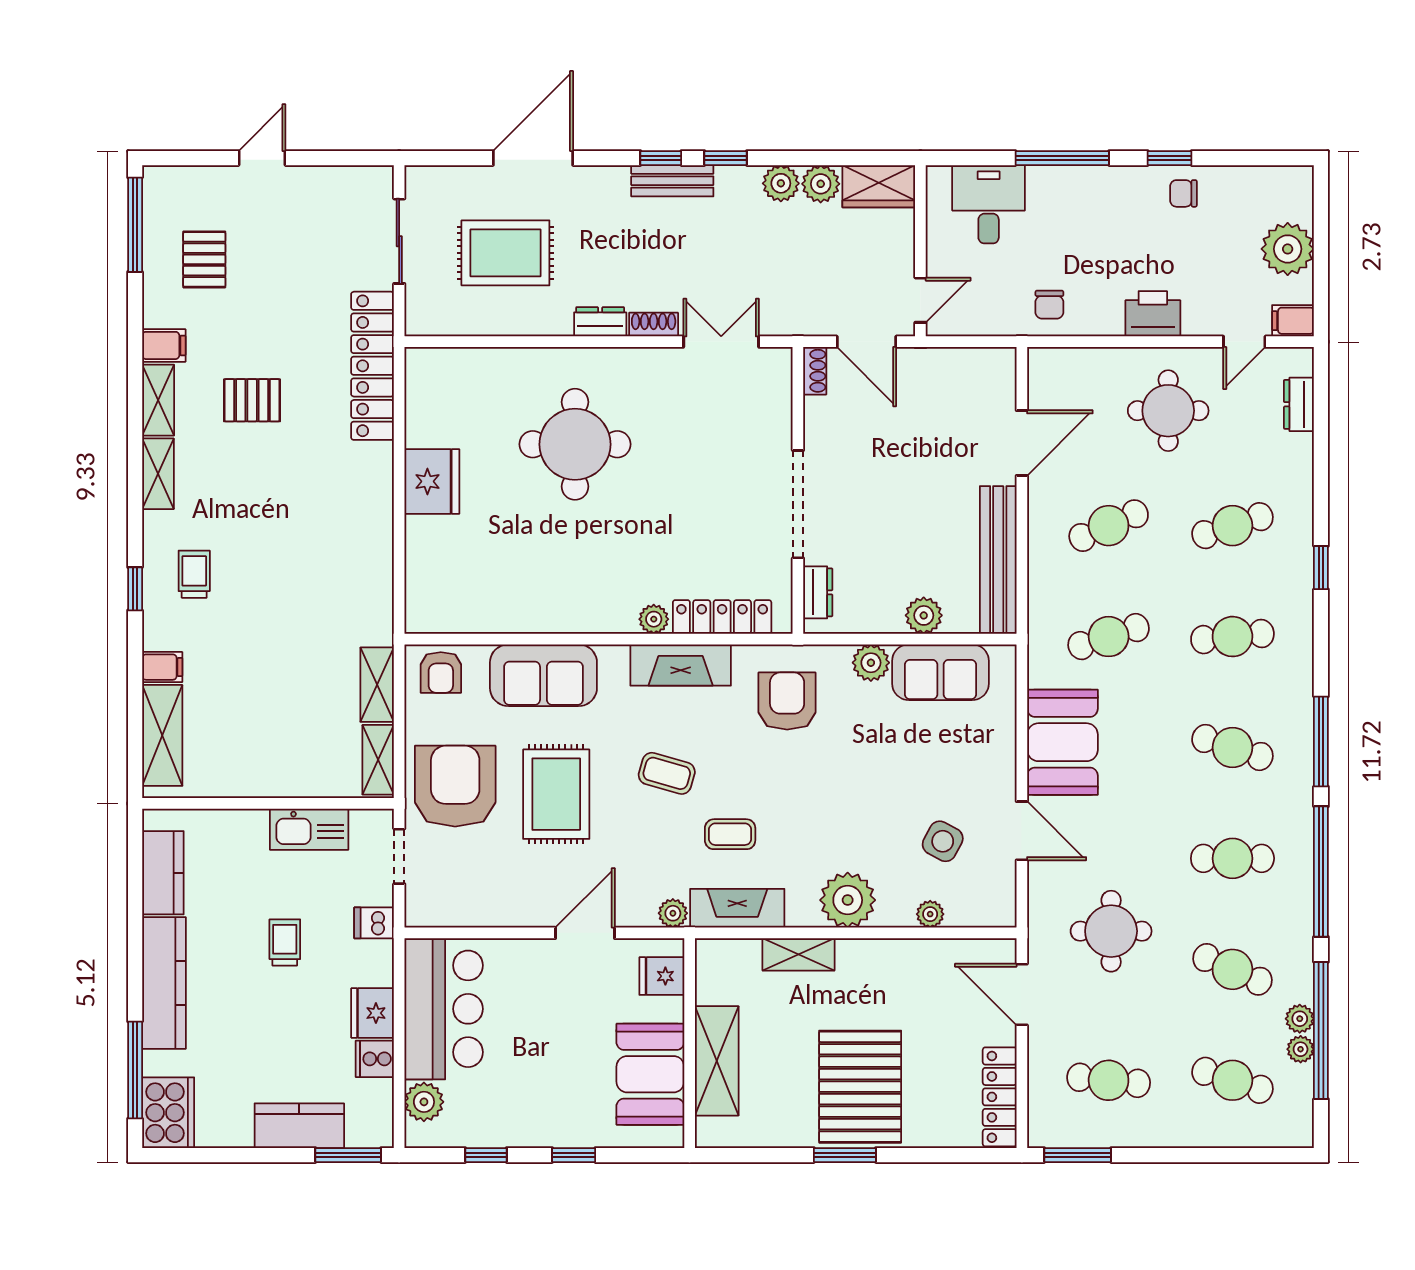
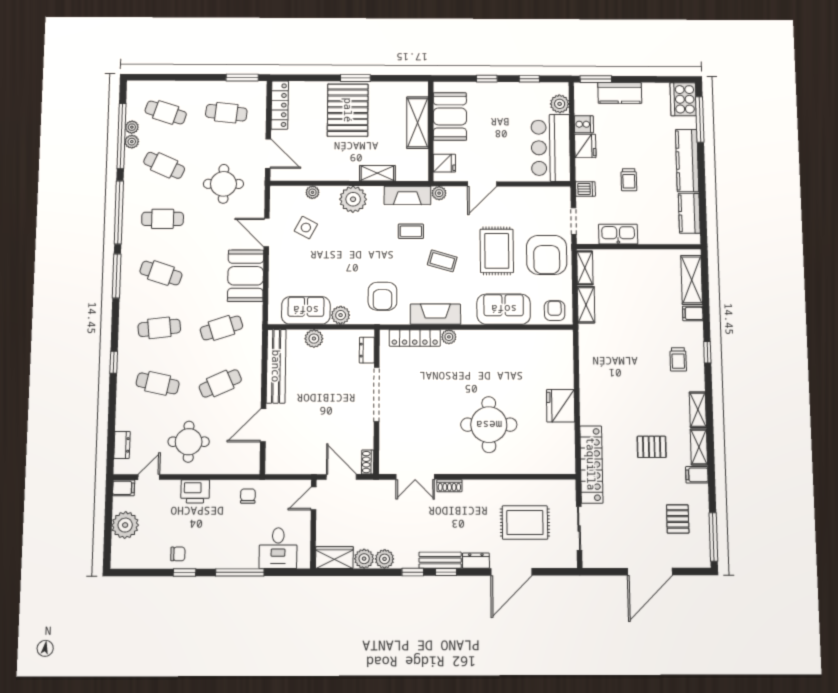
door: (262, 158) -> (650, 572), width x1.87
dresser: (600, 322) -> (476, 561), moved, turned 180
cafe table: (1232, 526) -> (158, 383), turned 30

